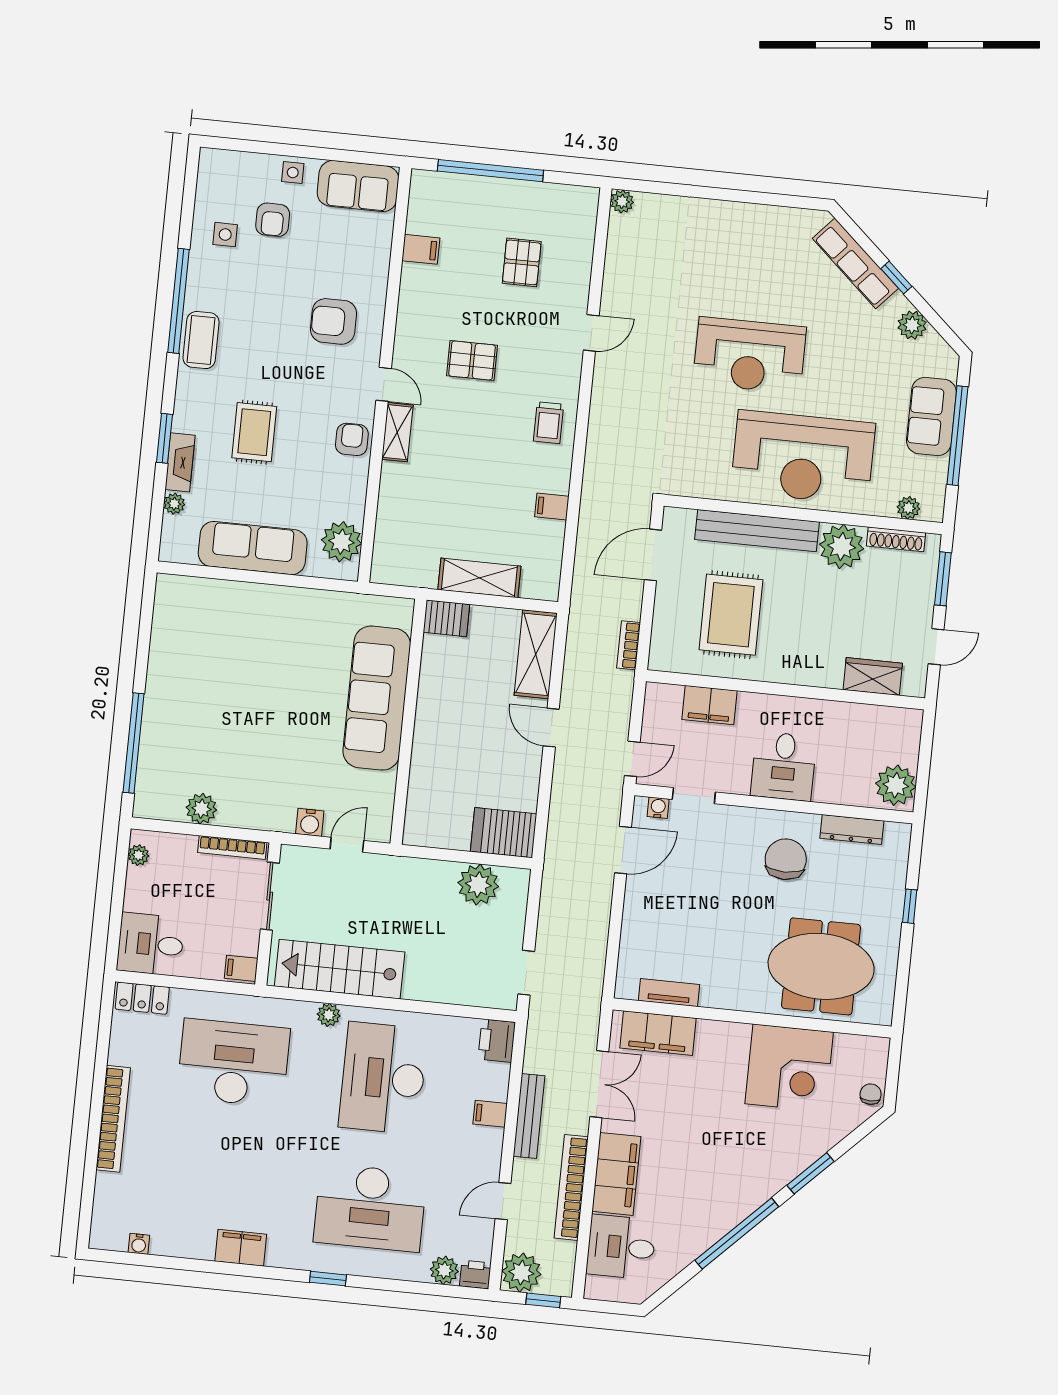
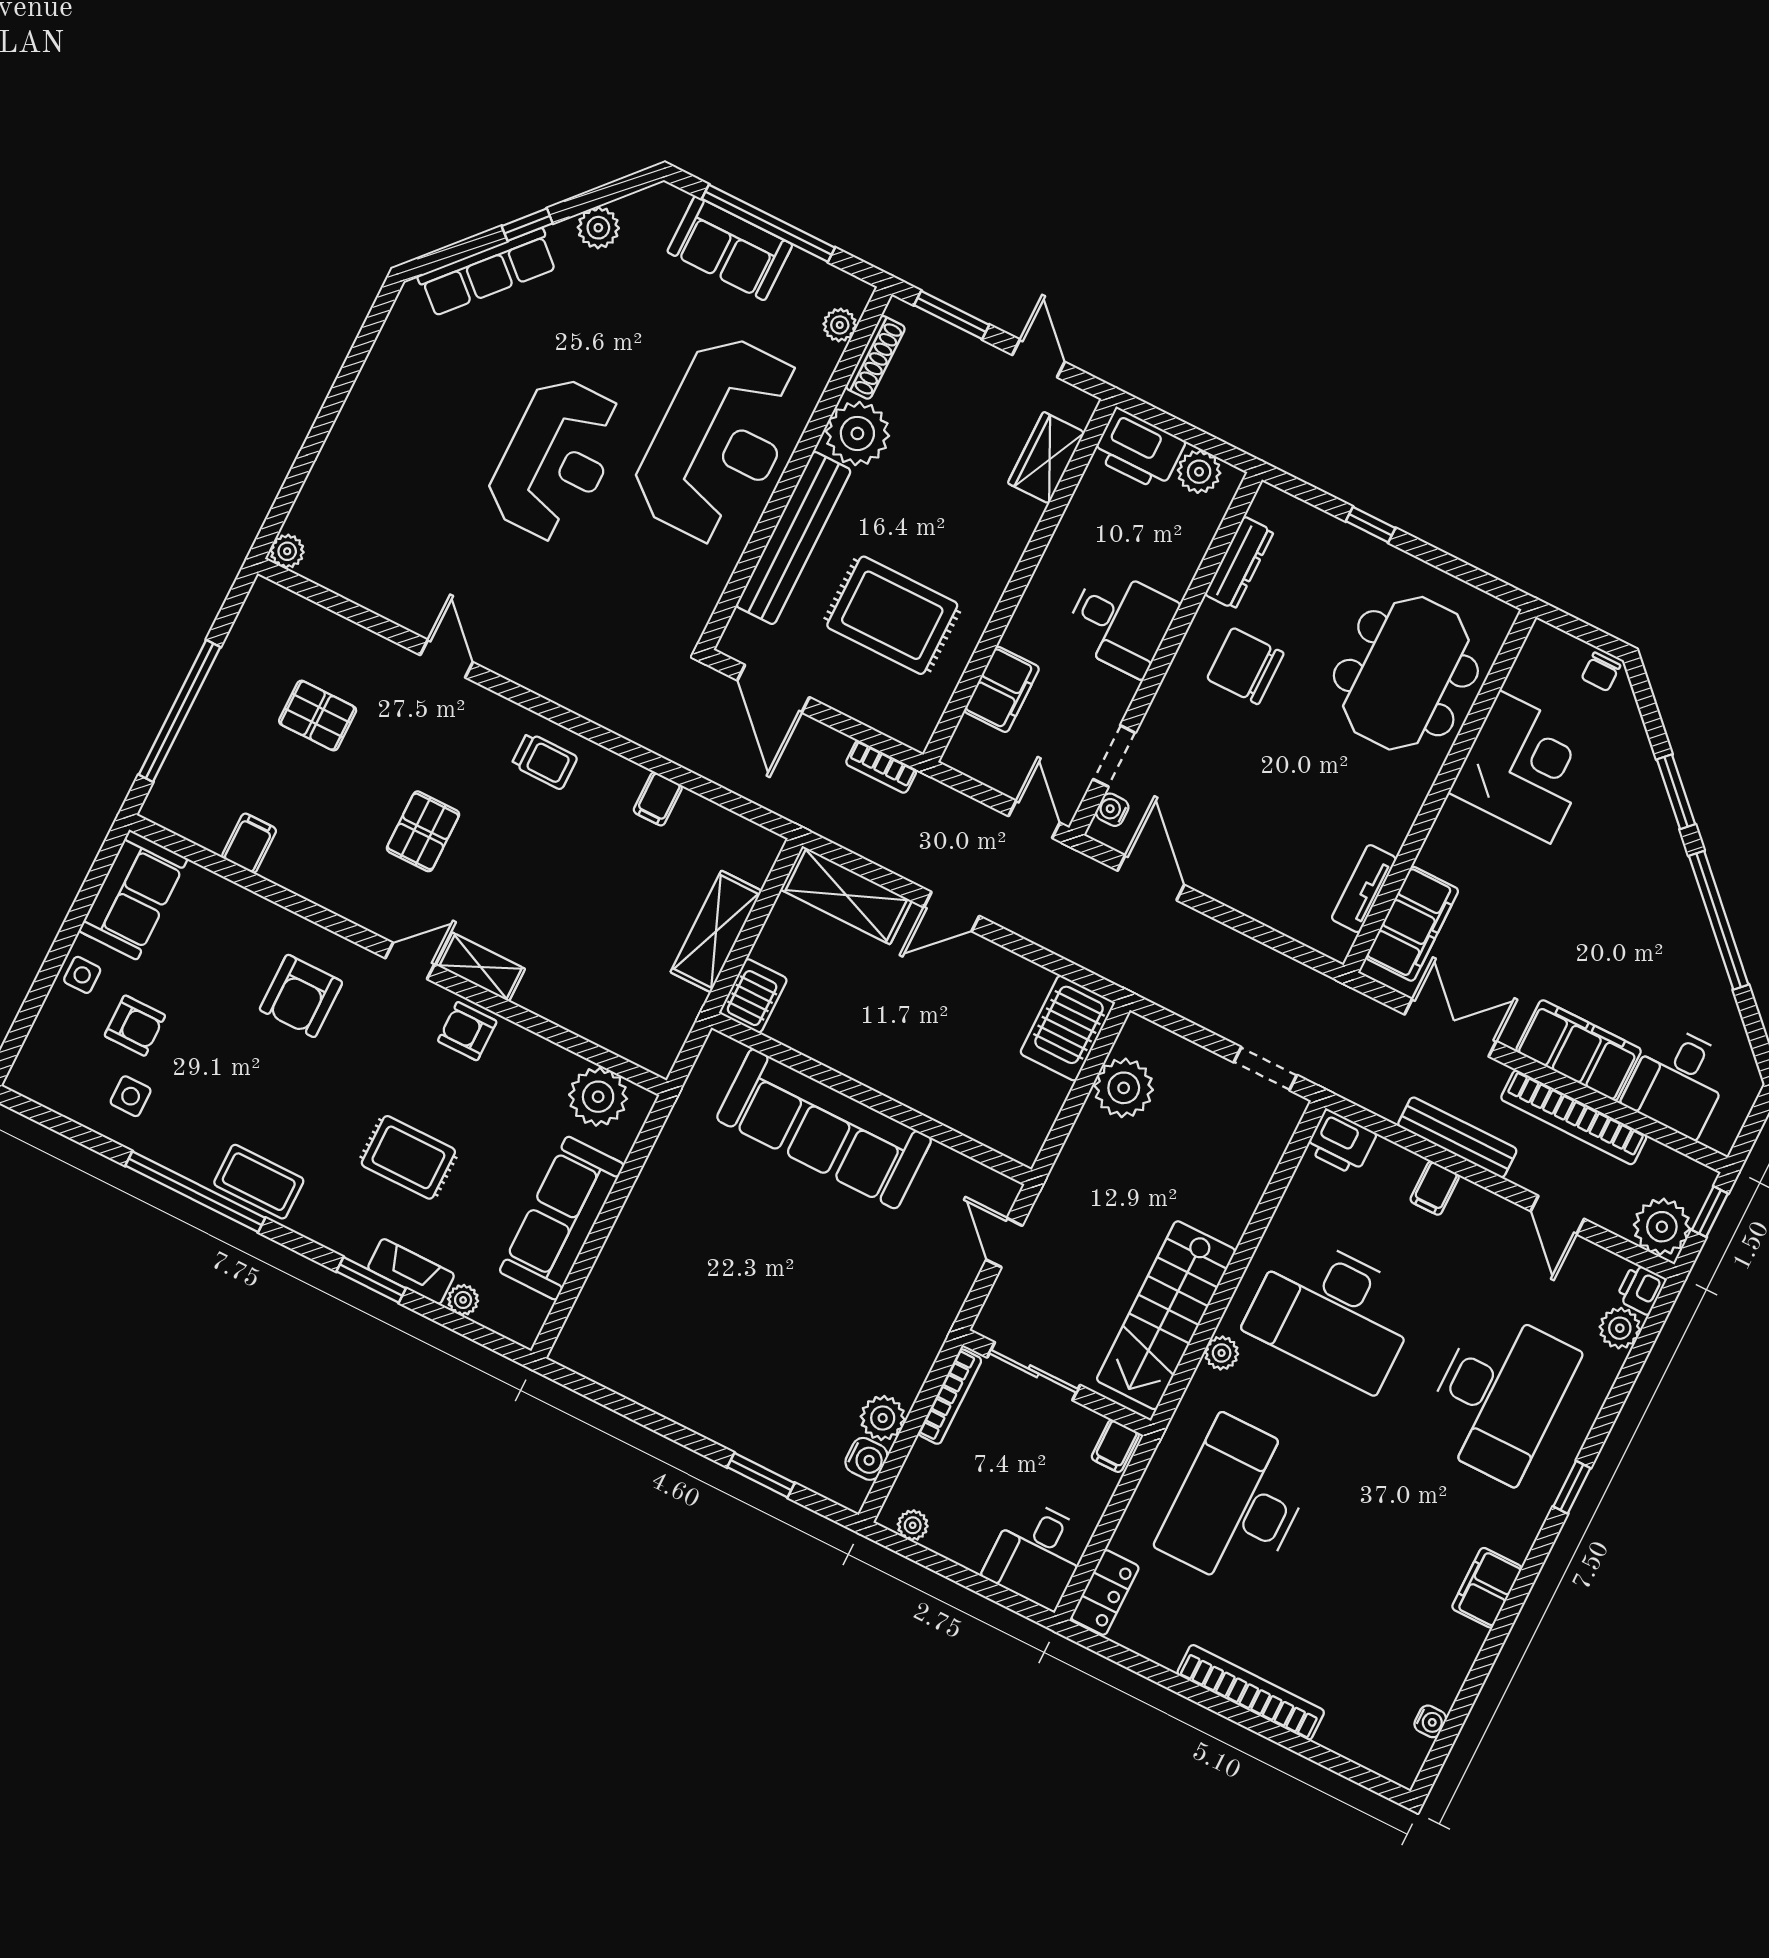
printer: (901, 735) -> (1139, 449), added
window: (134, 743) -> (761, 1475), width x0.47
plant: (896, 785) -> (1199, 472), width x0.73, depth x0.73
water cooler: (310, 822) -> (866, 1459), moved
chair: (871, 1094) -> (1601, 672), turned -90

